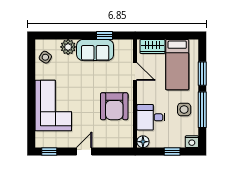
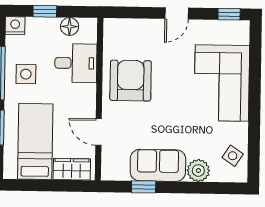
floor lamp: (143, 142) -> (70, 26), moved

